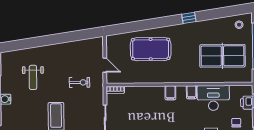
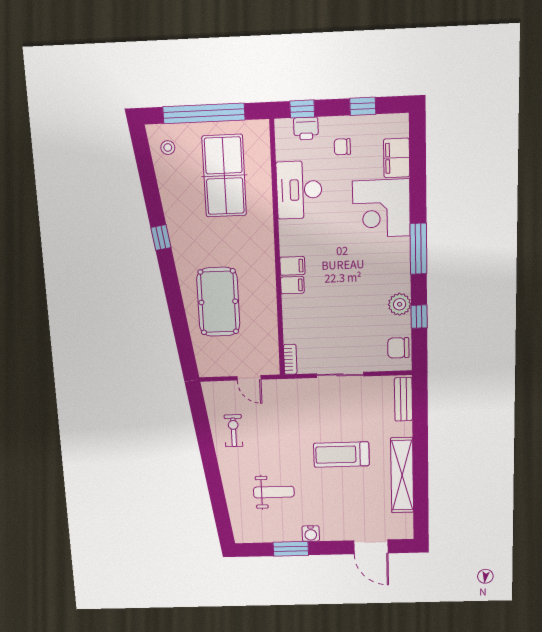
door: (105, 65) -> (249, 378), swing flipped
exercise bike: (80, 82) -> (233, 431), moved
filing cabinet: (191, 92) -> (292, 285), moved

